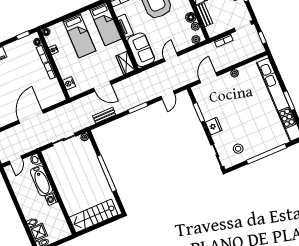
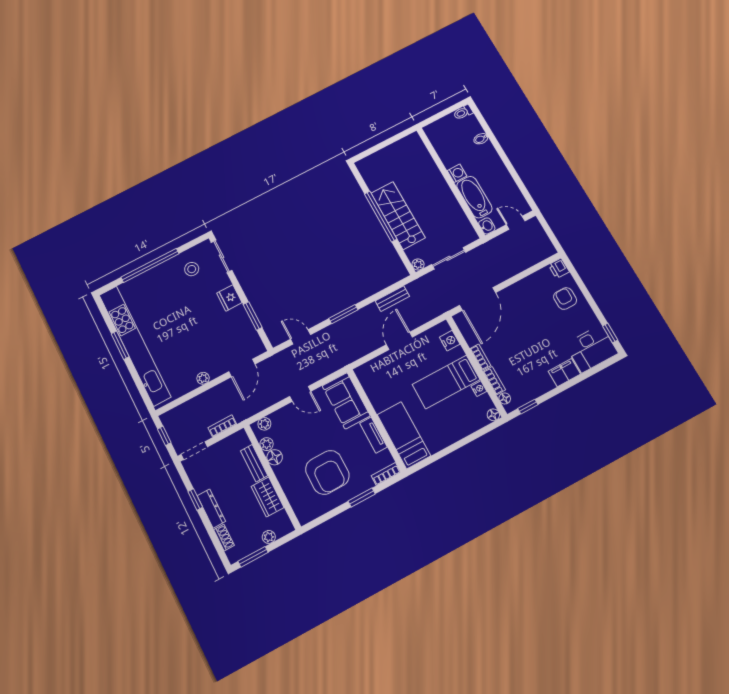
bed: (79, 36) -> (446, 382), moved, turned -90
door: (171, 57) -> (300, 394), hinge flipped
wardrobe: (125, 63) -> (368, 379), removed
door: (102, 86) -> (399, 341), hinge flipped
door: (168, 95) -> (301, 337), hinge flipped
door: (31, 117) -> (478, 299), moved
door: (16, 160) -> (516, 223), hinge flipped
stairs: (94, 216) -> (398, 215), moved, turned -90
shower: (38, 232) -> (470, 127), removed

